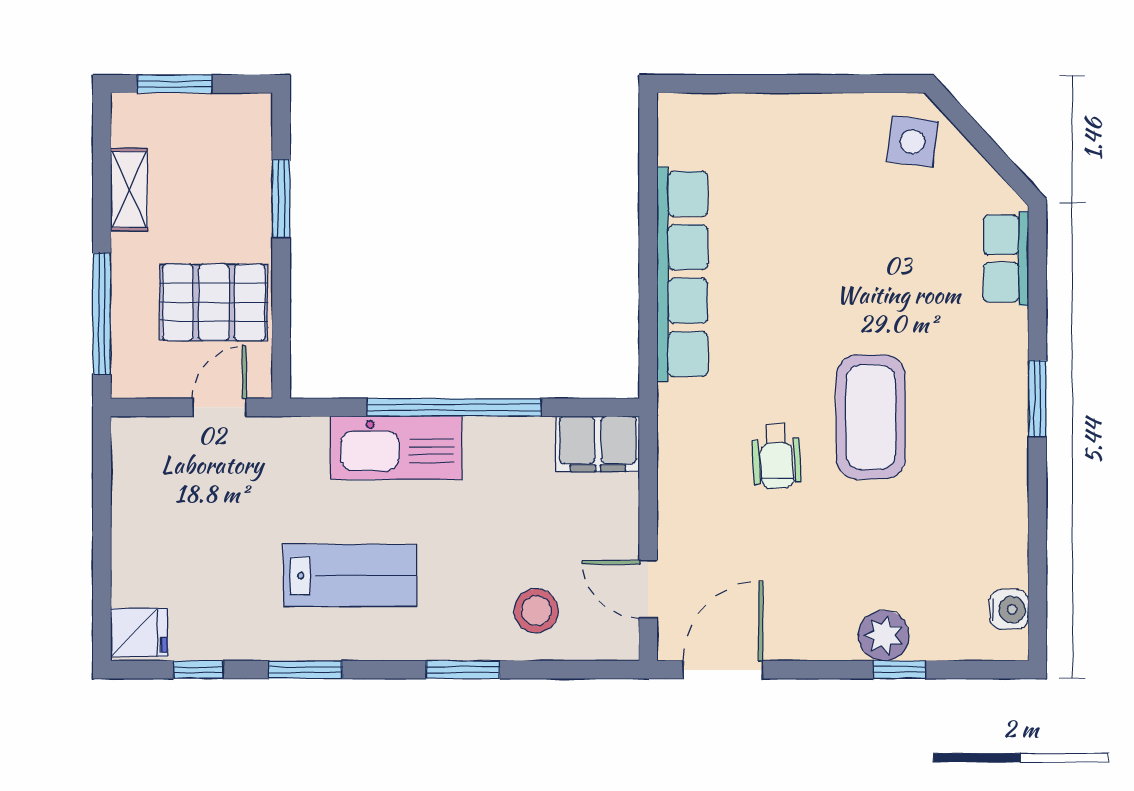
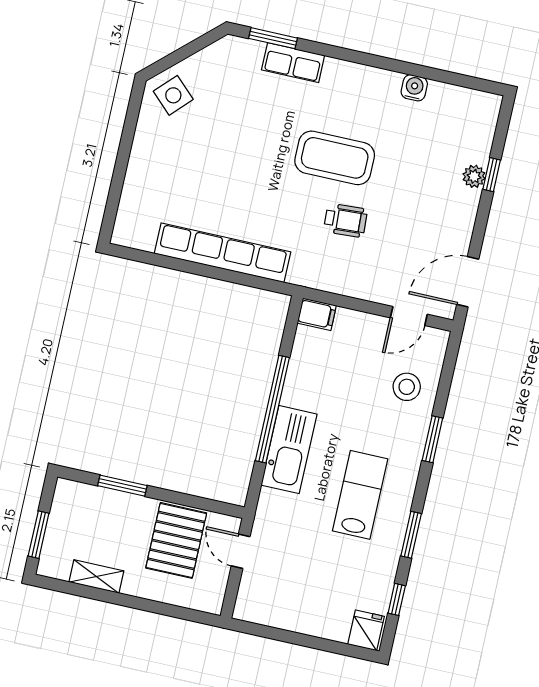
side table: (912, 141) -> (173, 95), turned 37
row of seats: (1006, 259) -> (293, 63), moved
window: (102, 314) -> (168, 610), removed
window: (1037, 399) -> (273, 38), moved
filing cabinet: (598, 444) -> (317, 314), width x0.50
water cooler: (1009, 610) -> (414, 88), moved
plant: (884, 636) -> (474, 176), width x0.73, depth x0.73
door: (723, 670) -> (468, 282), hinge flipped

